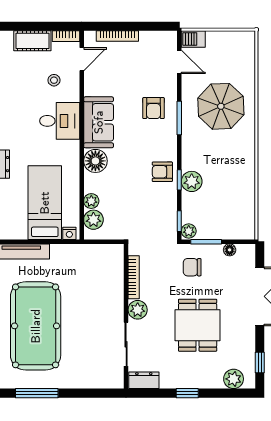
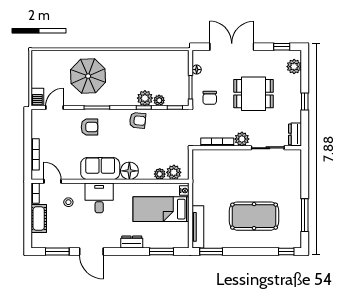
armchair: (162, 172) -> (138, 120), turned -84
plant: (189, 231) -> (159, 100), moved
pool table: (36, 326) -> (254, 216), width x0.73, depth x0.76

